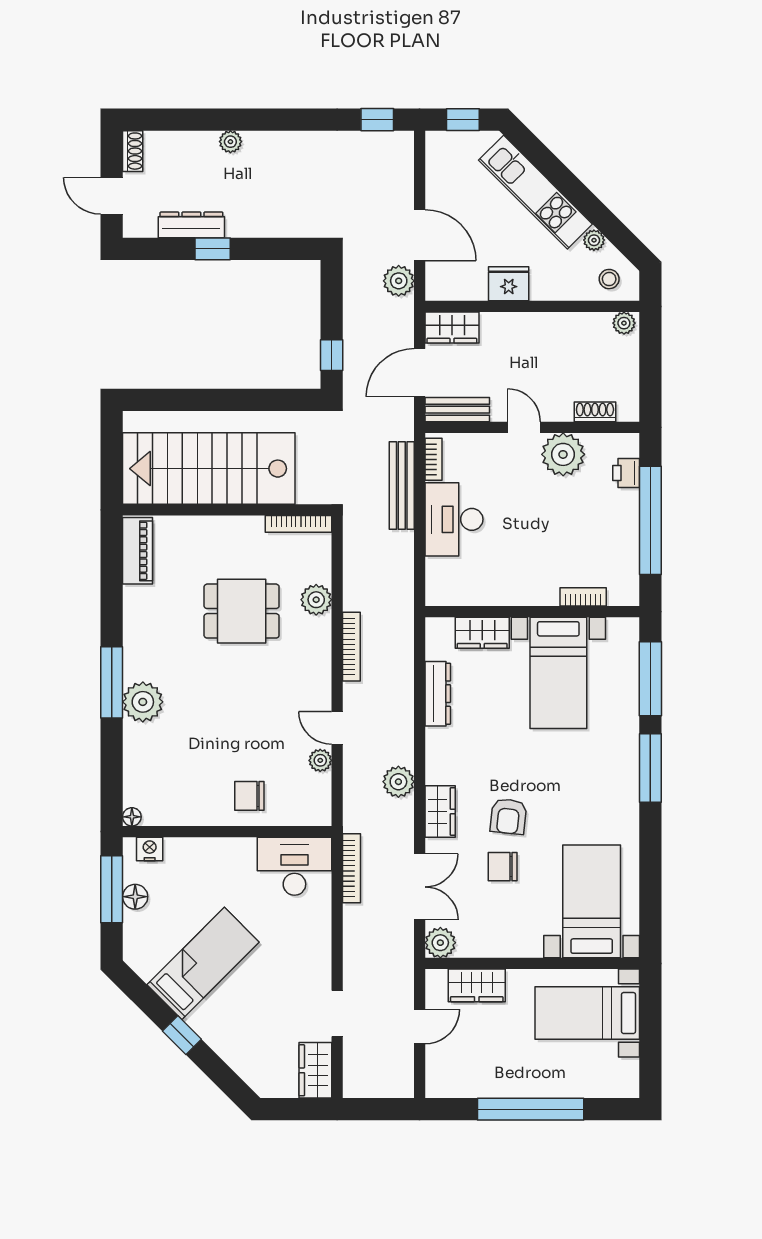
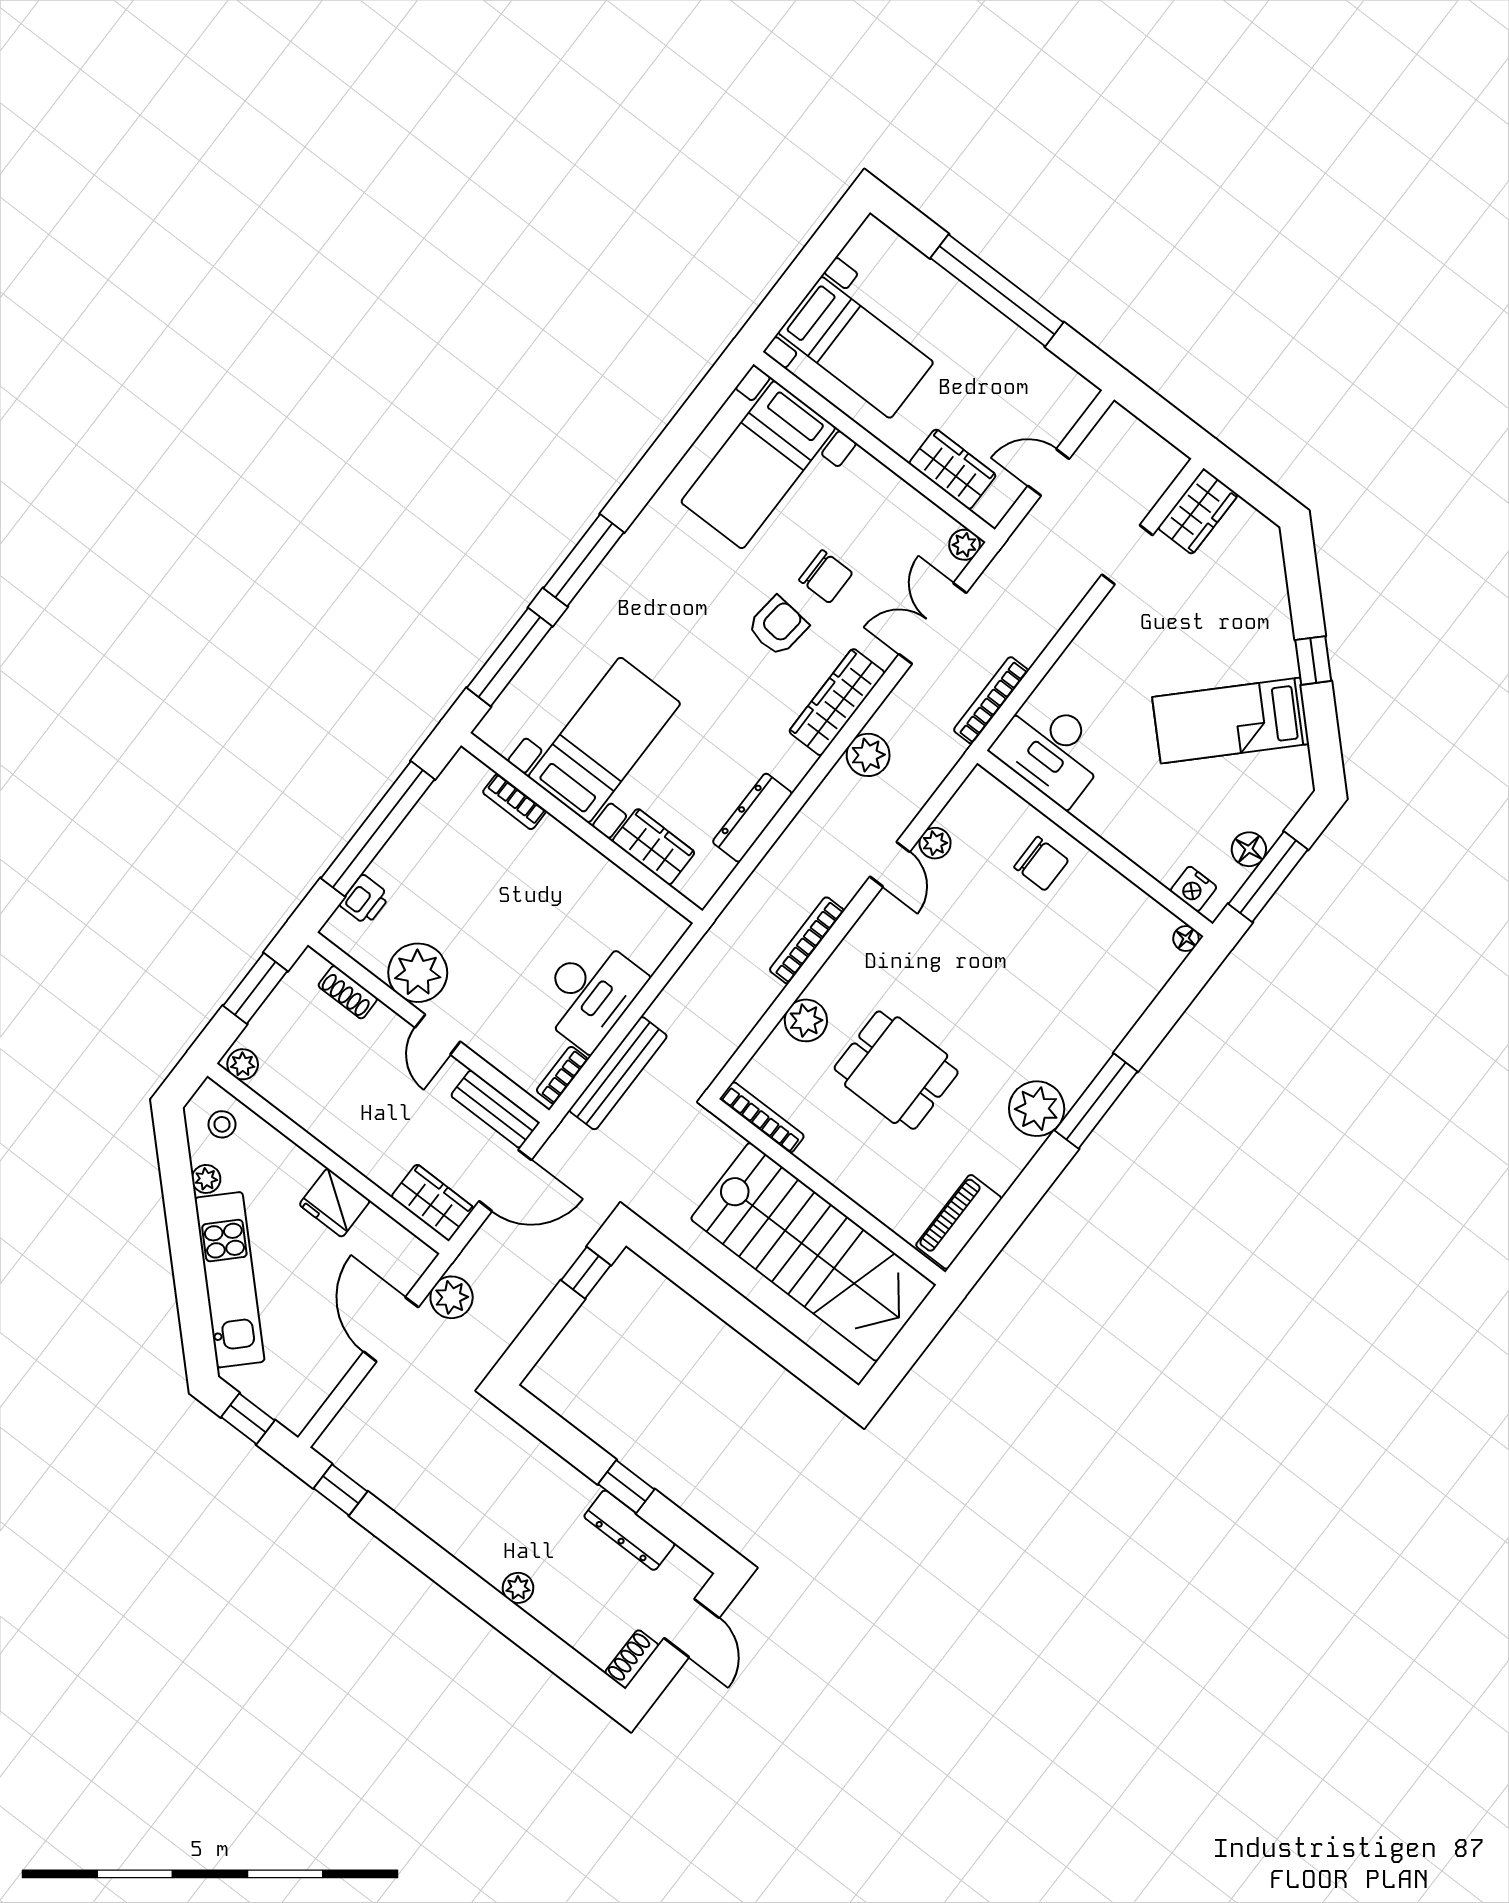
window: (650, 373) -> (255, 988), added
plant: (143, 702) -> (1037, 1109), moved
wardrobe: (440, 811) -> (837, 702), width x1.50
plant: (440, 943) -> (964, 545), width x0.73, depth x0.73

